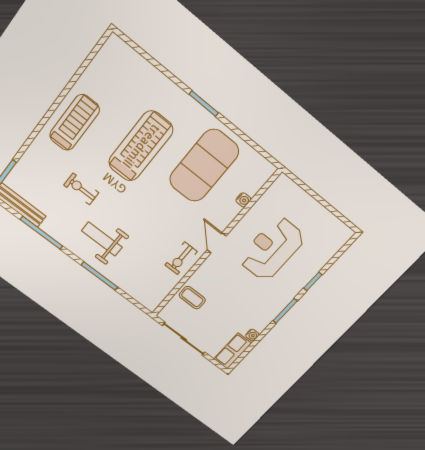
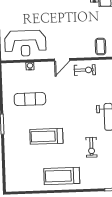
treadmill: (141, 146) -> (46, 136), width x0.73, depth x0.73
exercise mat: (204, 166) -> (30, 99), width x0.50, depth x0.69
reception desk: (272, 249) -> (25, 43), moved

